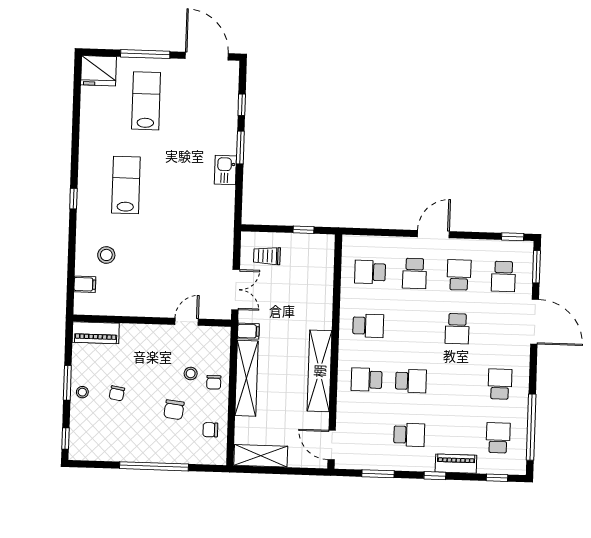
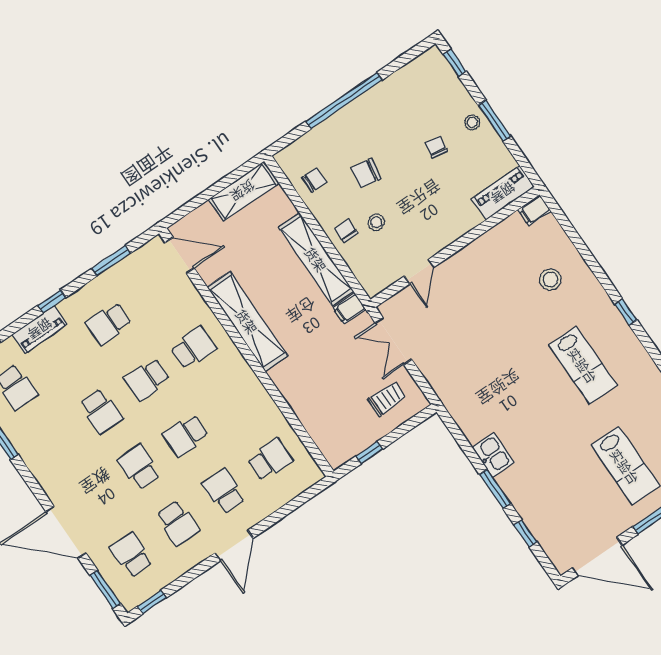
filing cabinet: (85, 284) -> (534, 210), moved
school desk: (368, 326) -> (185, 435), moved
school desk: (500, 384) -> (101, 411), moved
chair: (174, 410) -> (366, 173), turned -87

